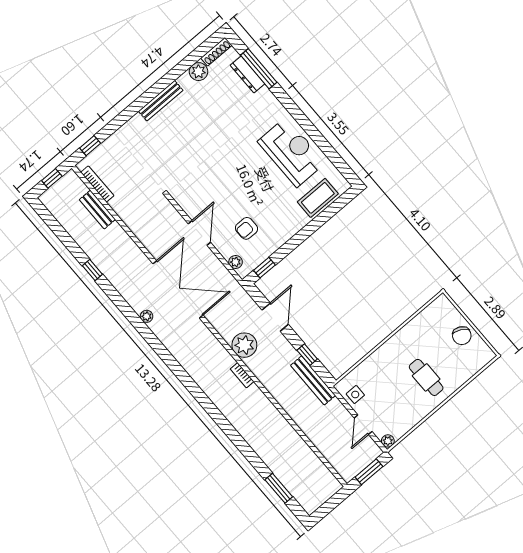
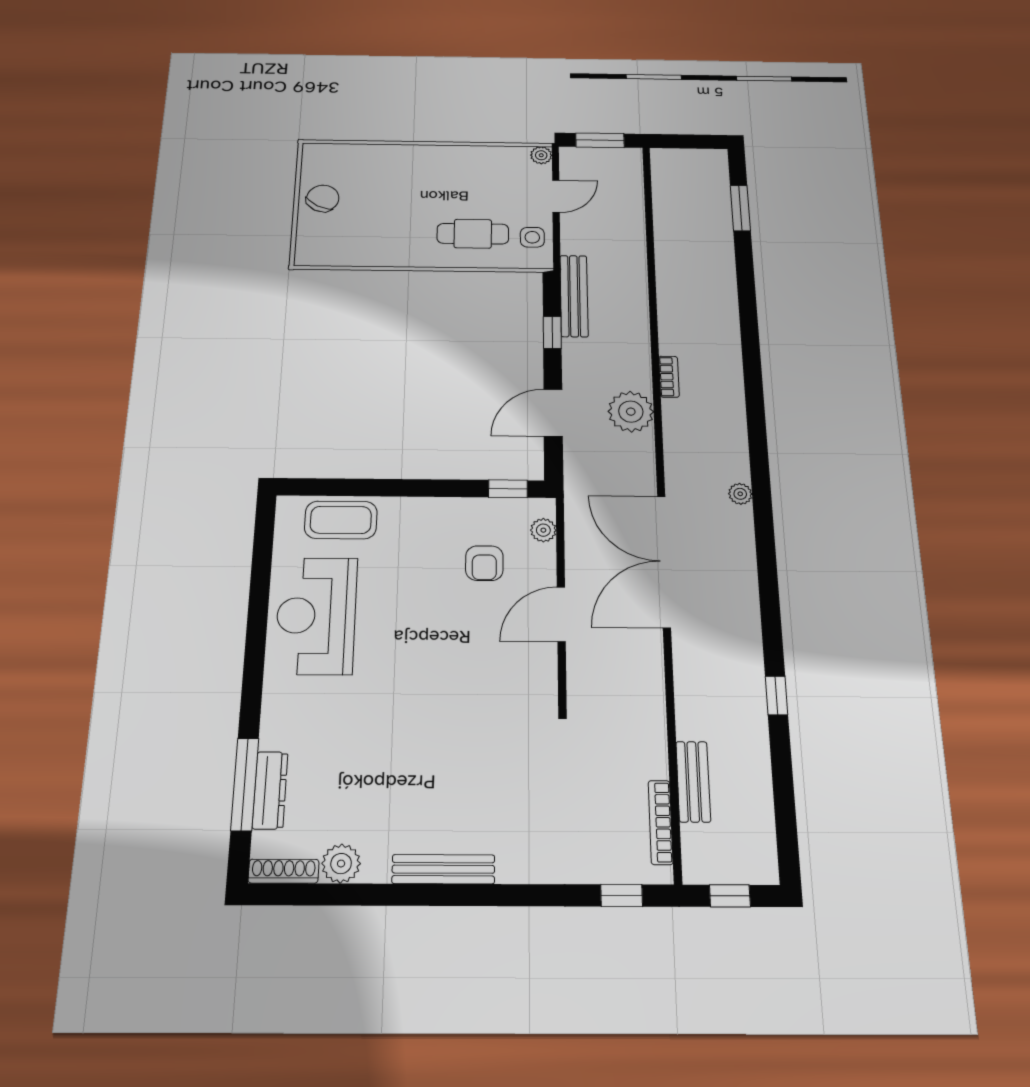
armchair: (247, 228) -> (484, 563), turned 90
plant: (147, 316) -> (740, 494), moved
cafe table: (426, 377) -> (473, 234), moved, turned 90

